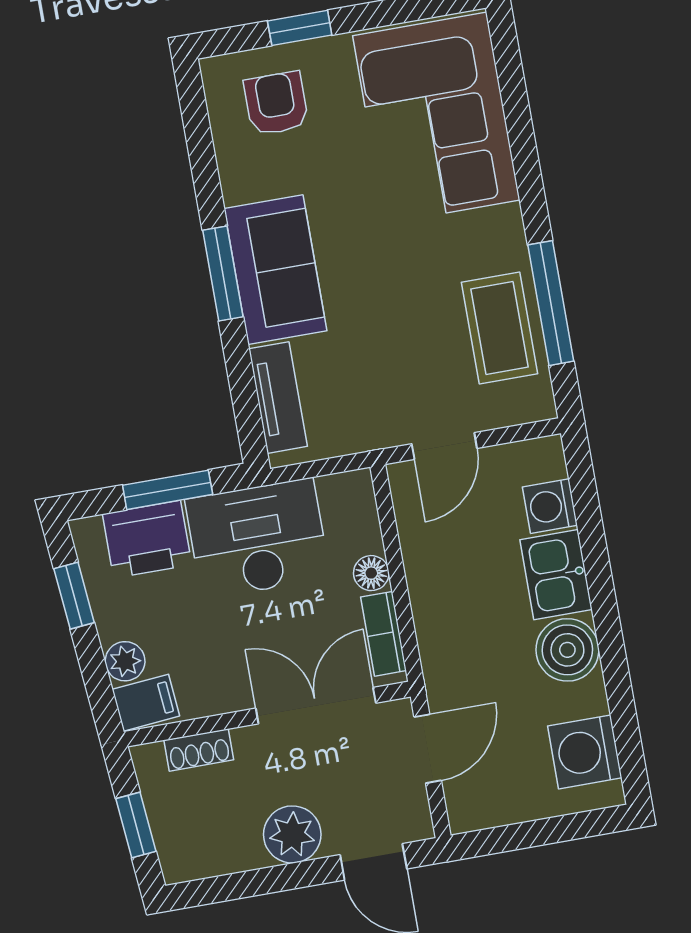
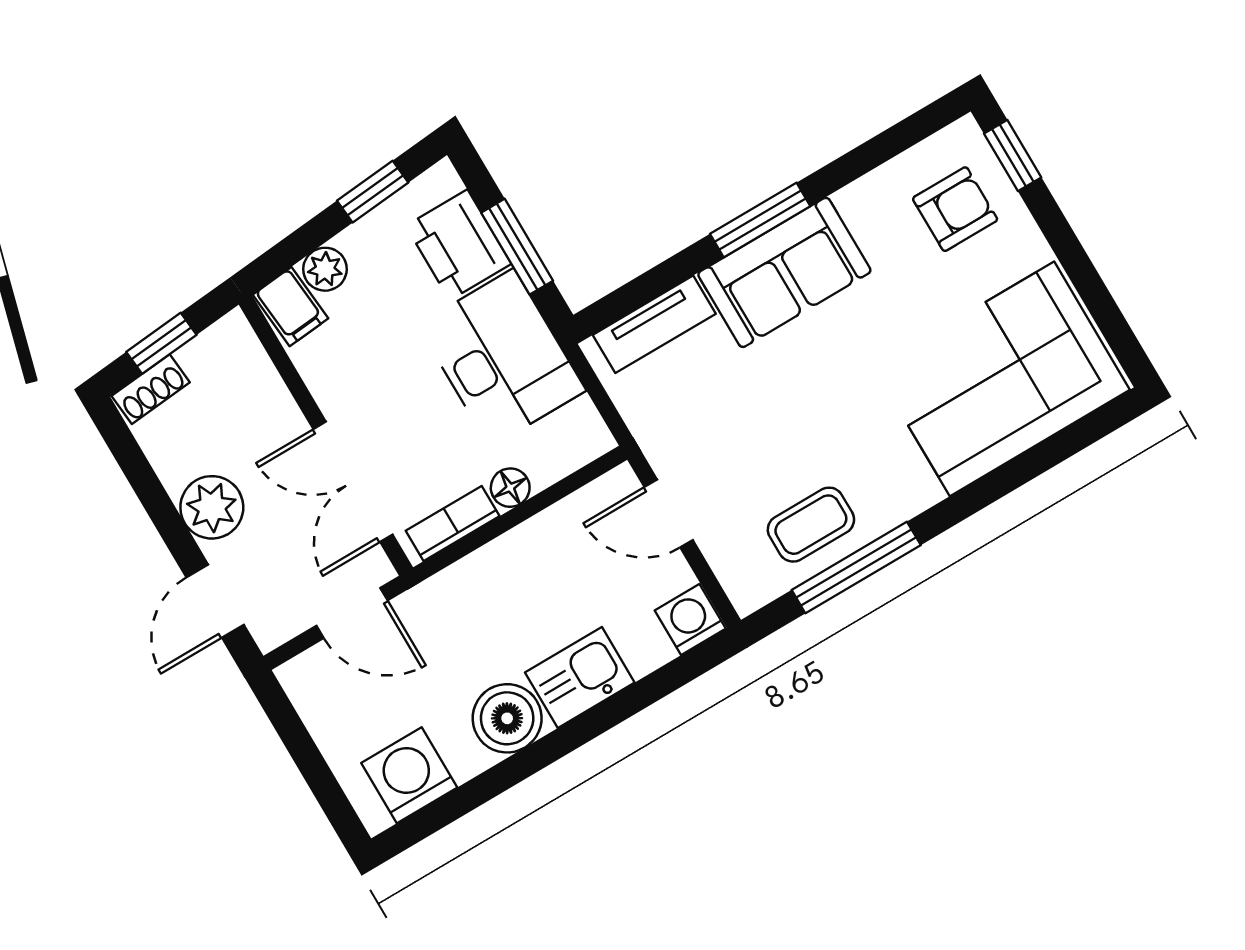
window: (300, 28) -> (1013, 155), moved
coffee table: (499, 328) -> (811, 525), width x0.73, depth x0.77
washing machine: (550, 506) -> (690, 620), moved
double door: (316, 706) -> (353, 482), swing flipped
shoe rack: (199, 750) -> (151, 389), moved, turned -95

